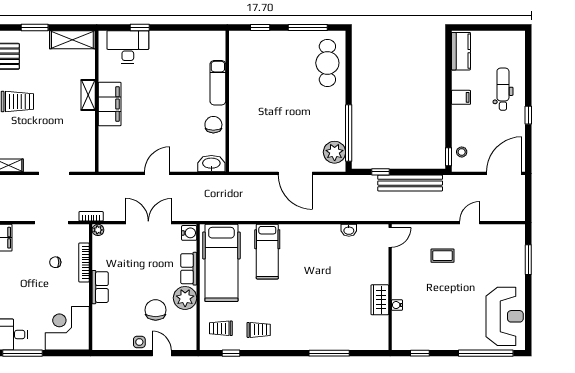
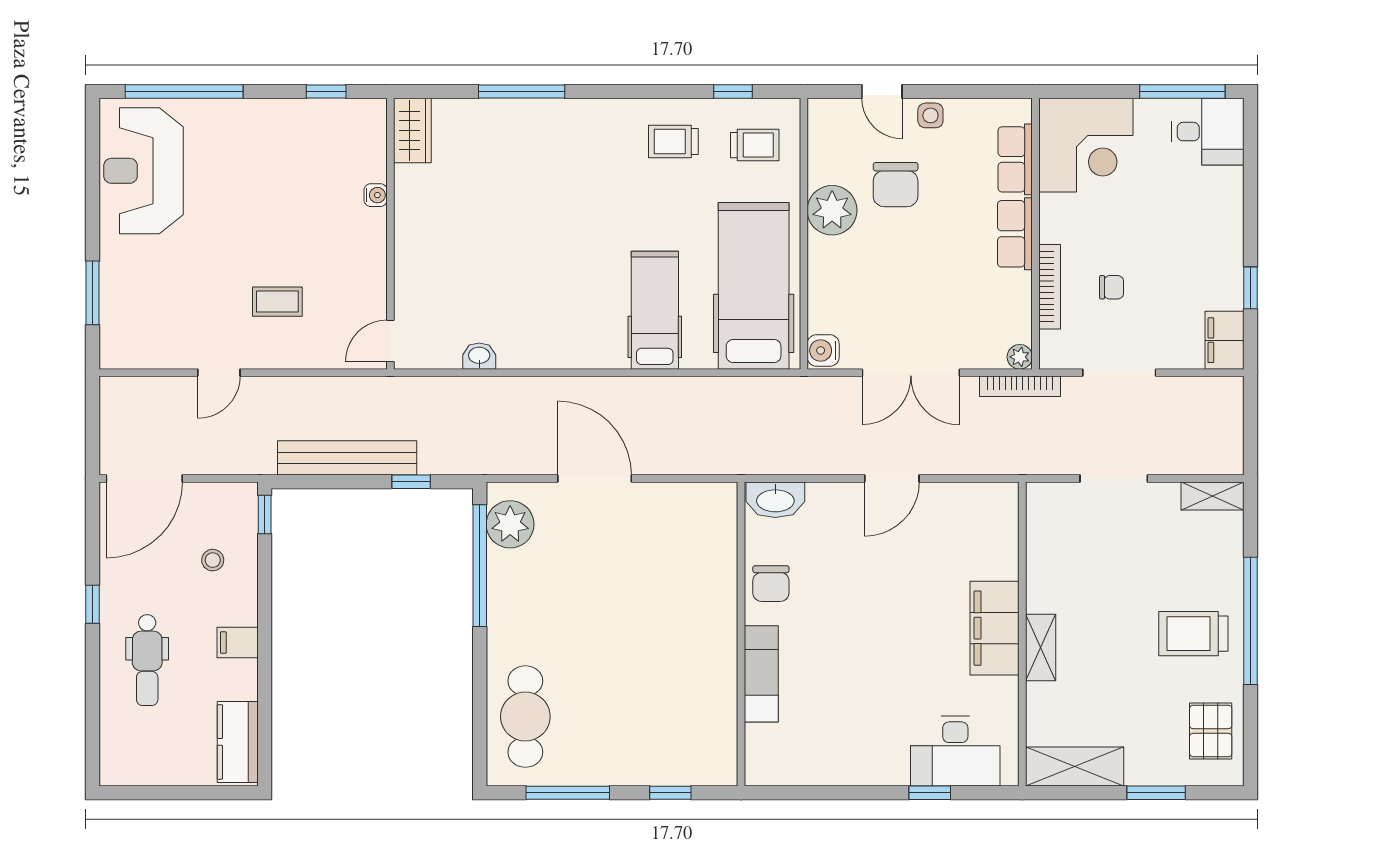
stool: (462, 152) -> (213, 560), moved
bookcase: (91, 216) -> (1020, 386), width x1.56
row of seats: (189, 269) -> (1015, 159), moved, turned 180
wardrobe: (380, 300) -> (412, 130), moved

